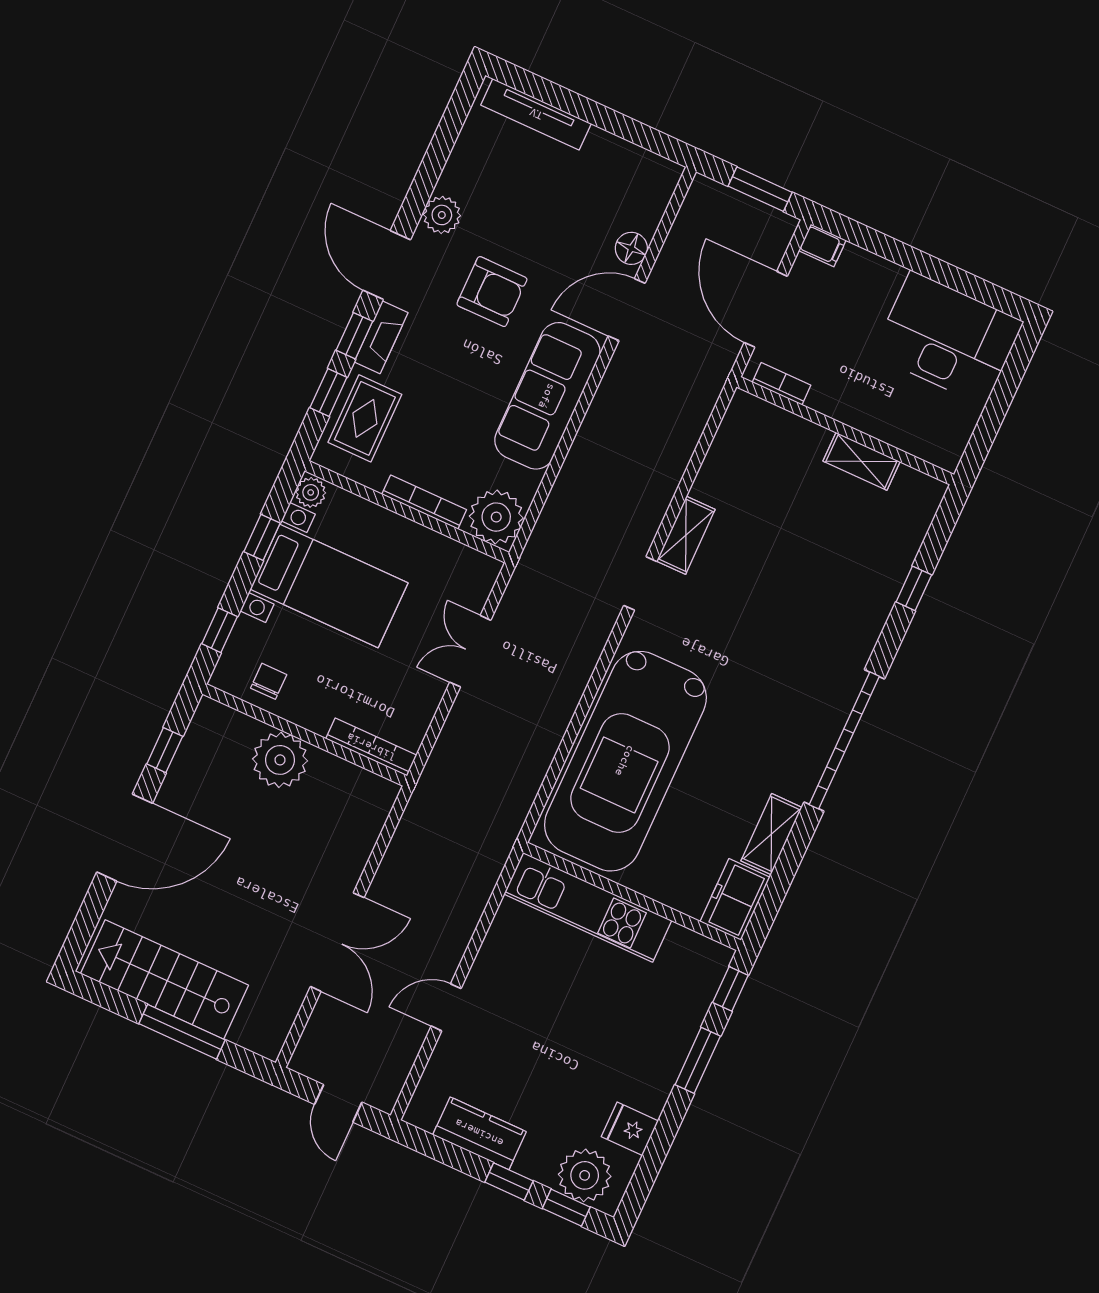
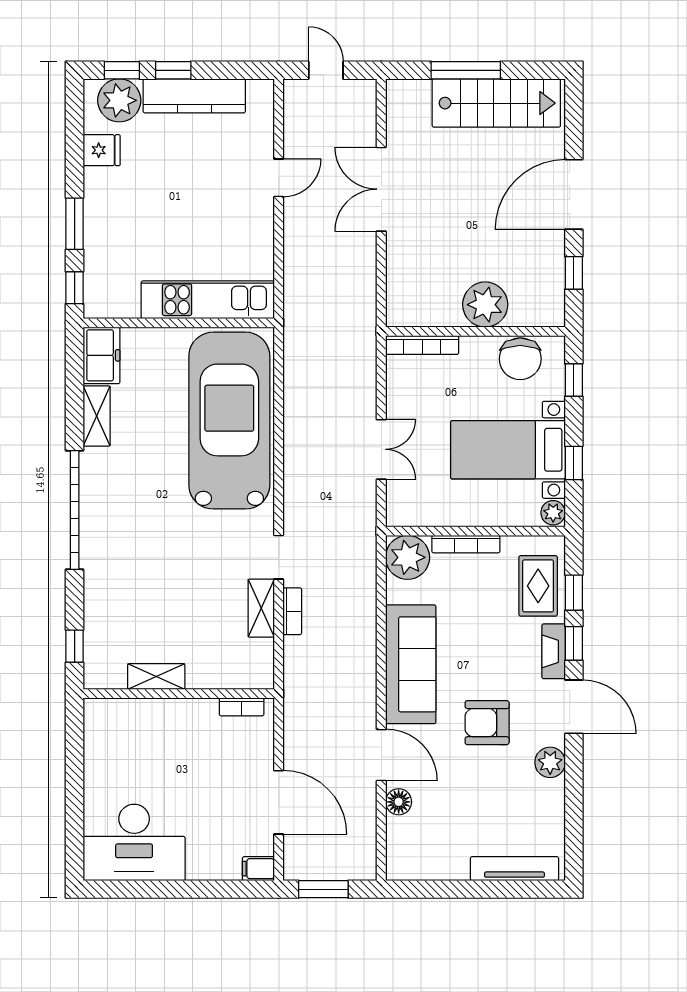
door: (627, 310) -> (381, 755), hinge flipped
bookcase: (782, 384) -> (242, 707), moved
wall: (845, 431) -> (179, 694), moved
shelving: (861, 461) -> (156, 677), moved
bookcase: (653, 516) -> (292, 611), added
chair: (269, 681) -> (520, 359), width x1.87, depth x1.87
kitchen counter: (479, 1133) -> (194, 96), width x1.50

